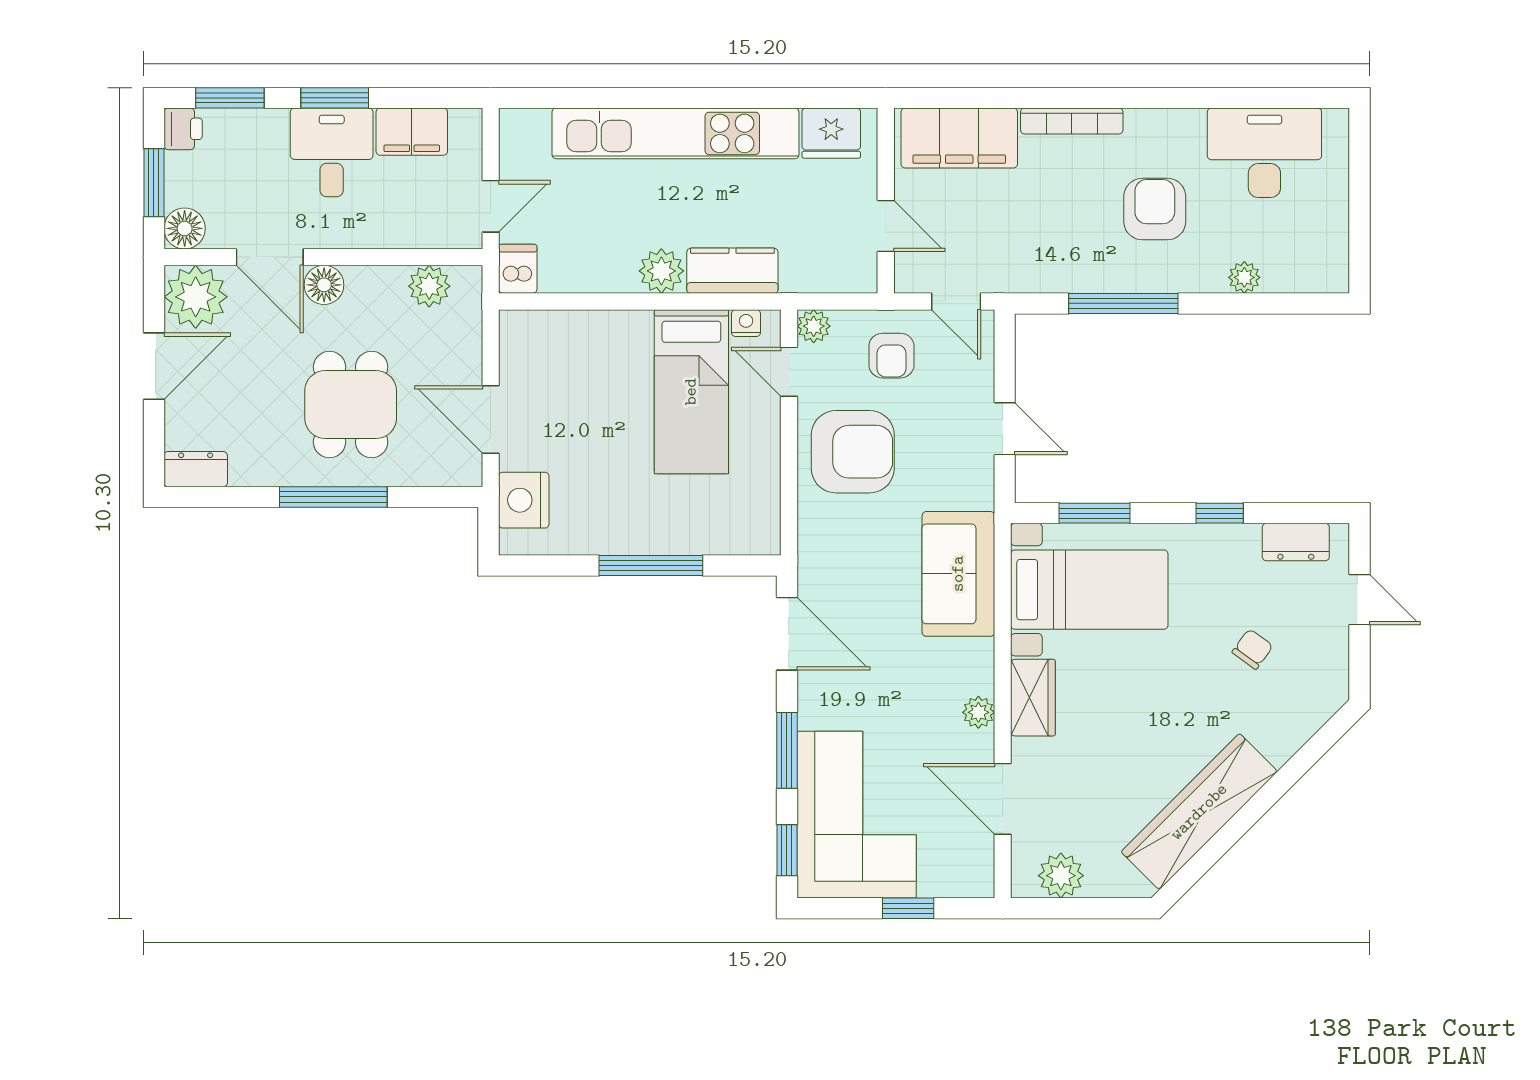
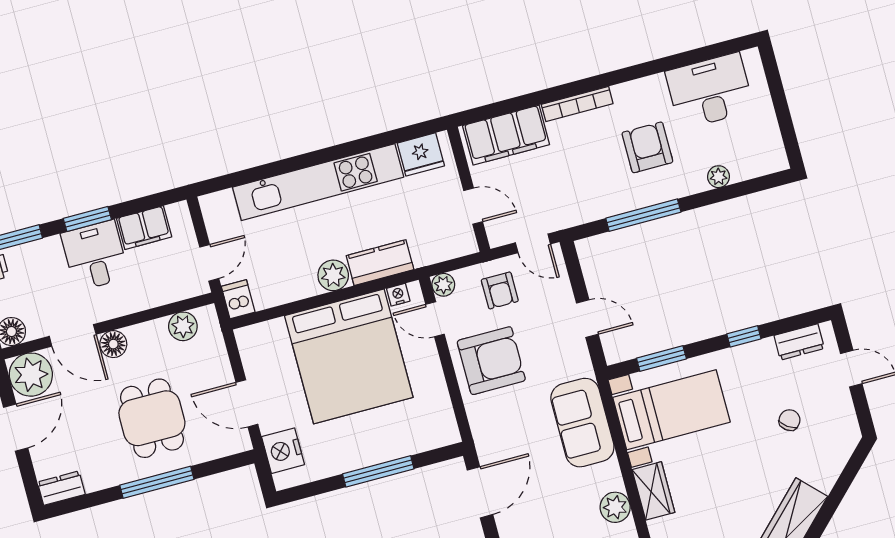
bed: (691, 392) -> (349, 356), width x2.04
door: (787, 634) -> (480, 492), hinge flipped
plant: (978, 712) -> (615, 507), width x1.38, depth x1.38

